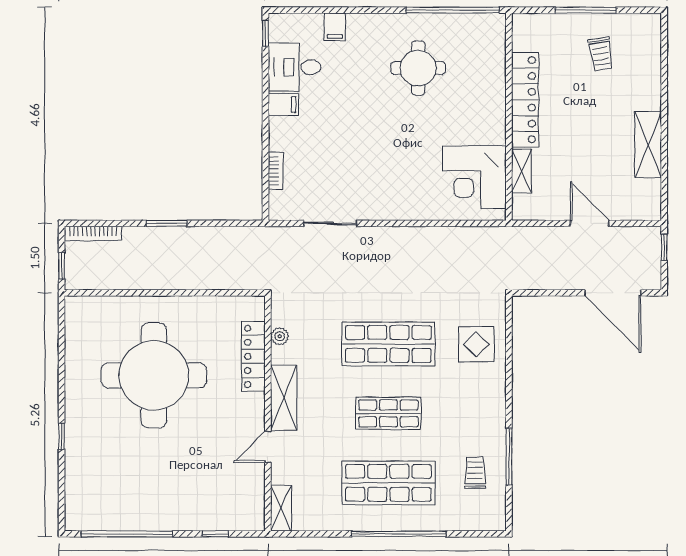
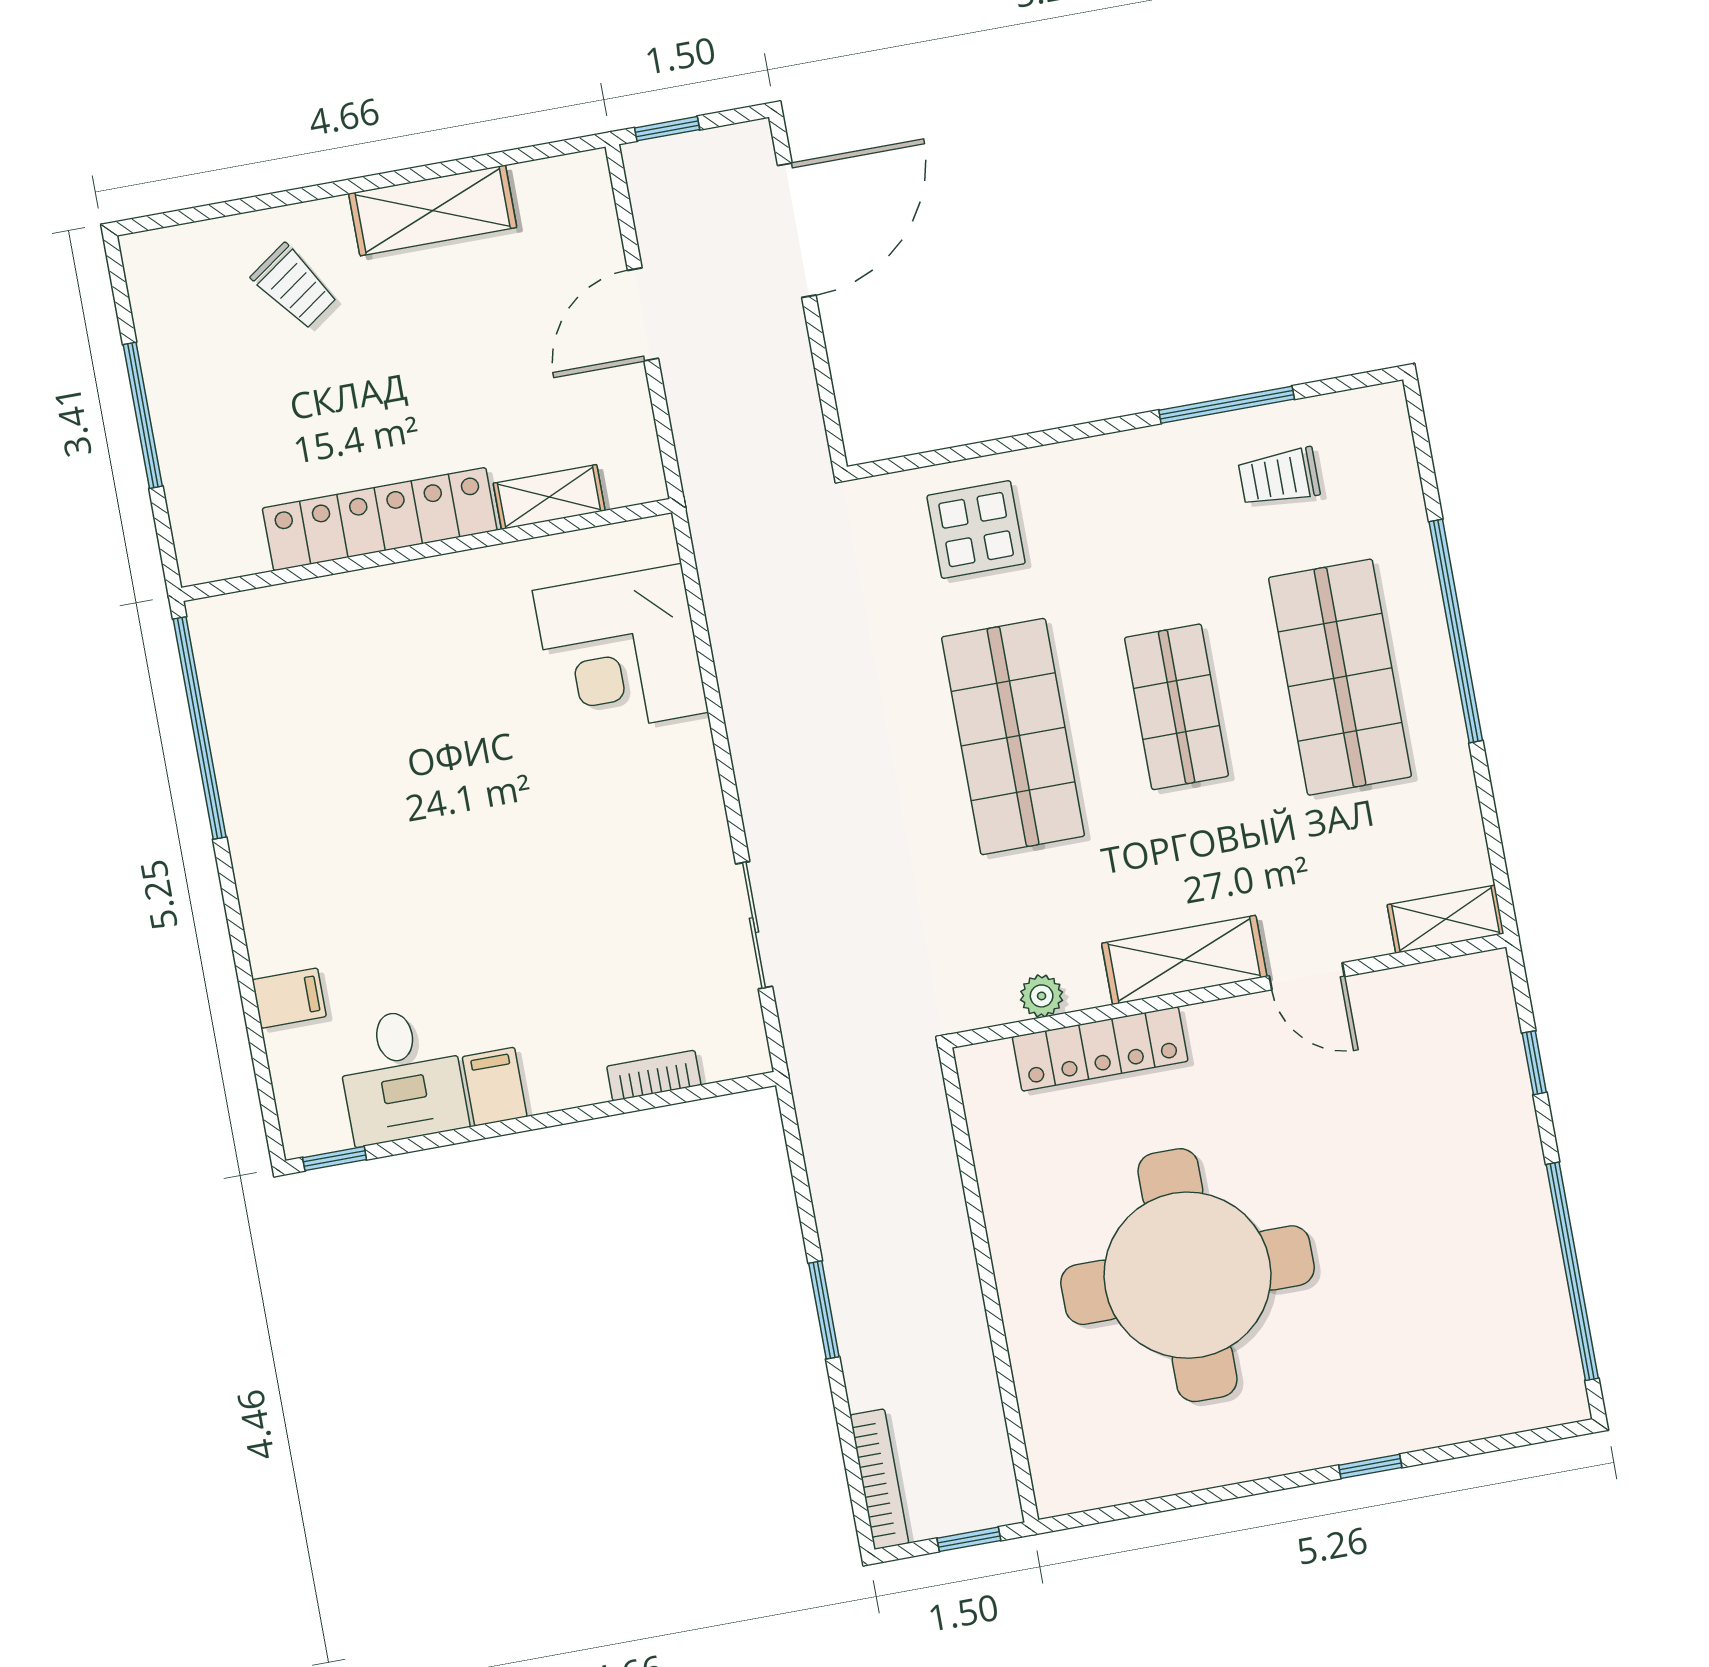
trolley: (601, 54) -> (294, 286), moved, turned 64
round table: (418, 68) -> (351, 784), removed
corner desk: (474, 177) -> (620, 651), moved, turned 90

